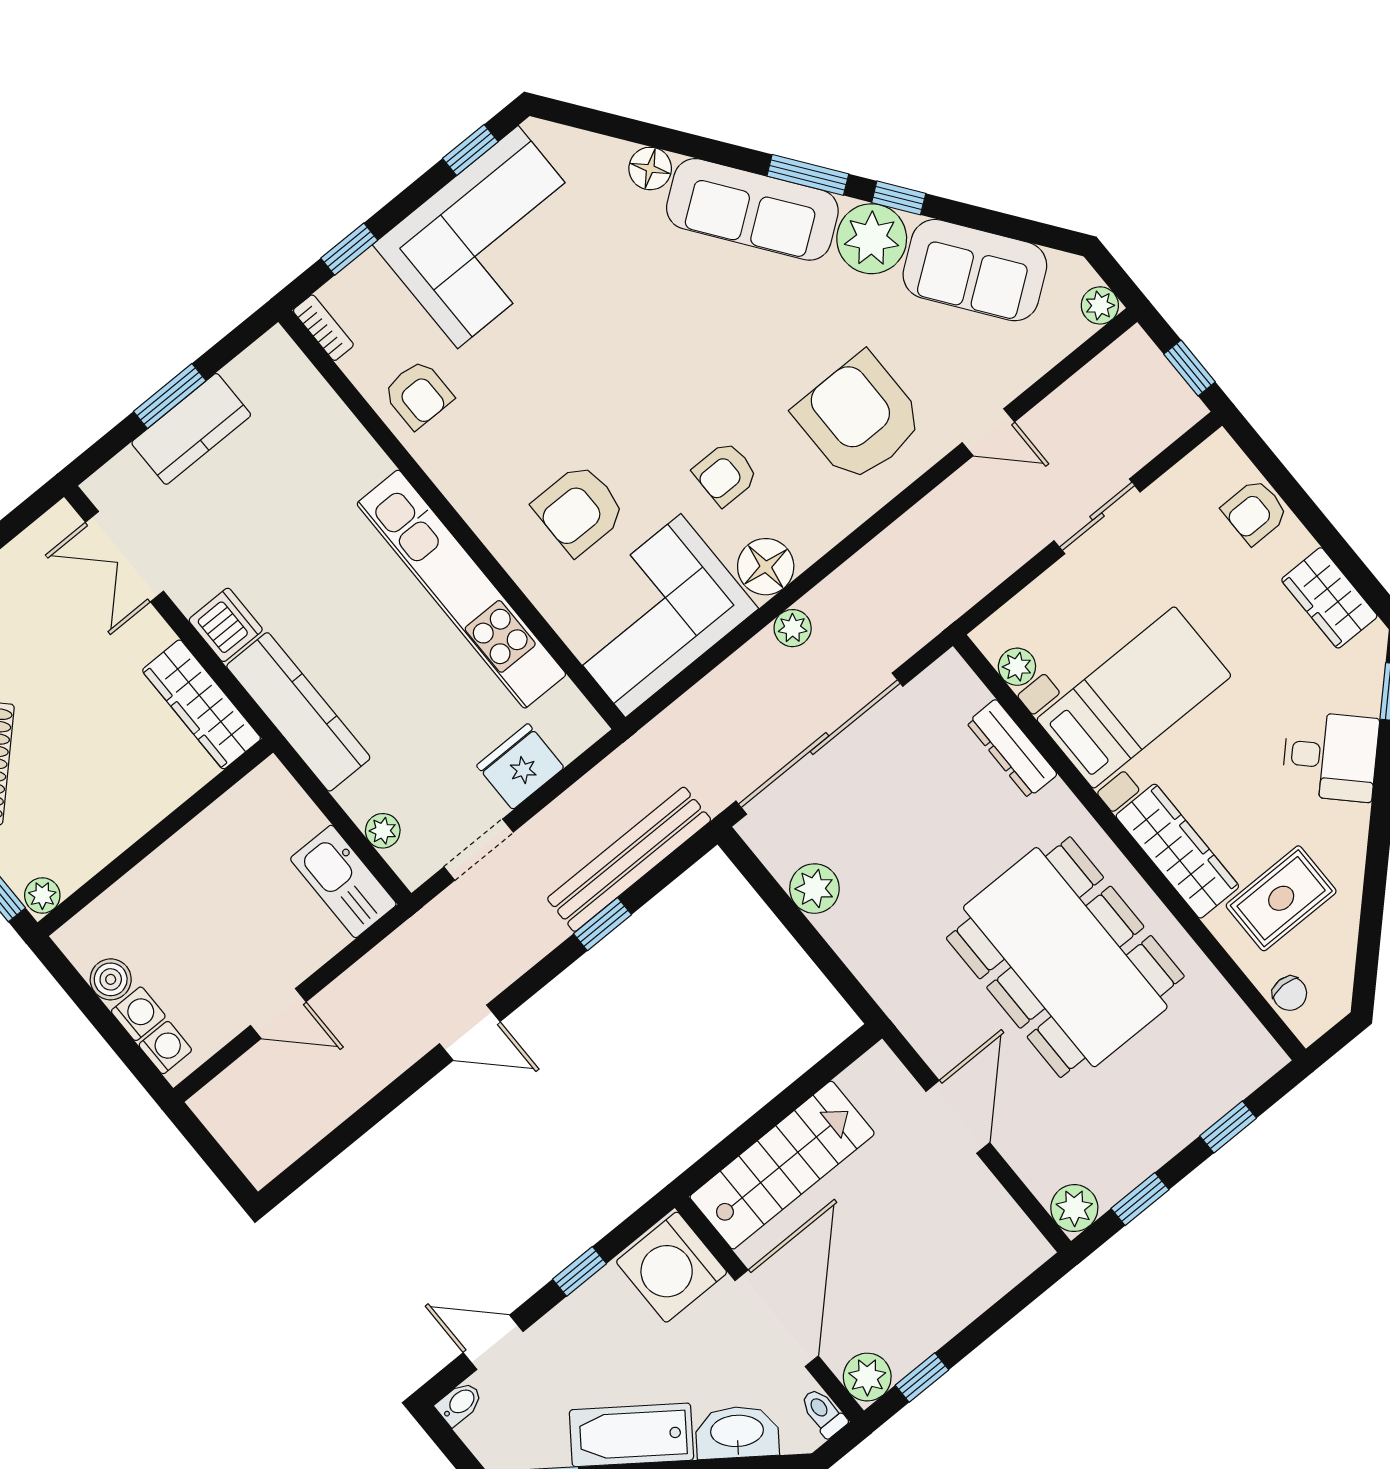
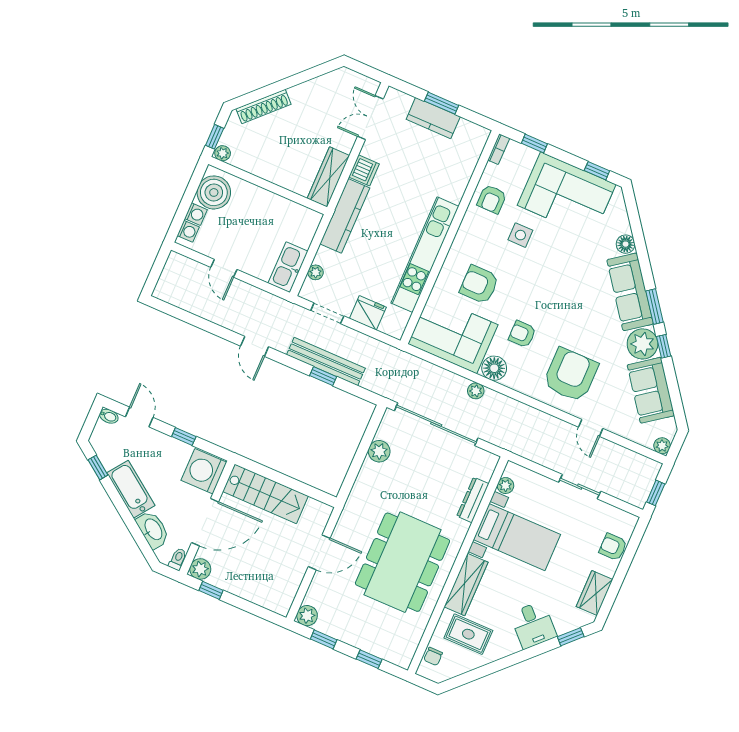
side table: (521, 374) -> (520, 235), added
bench: (629, 859) -> (326, 362), moved
boiler: (111, 979) -> (214, 192), width x1.86, depth x1.86

